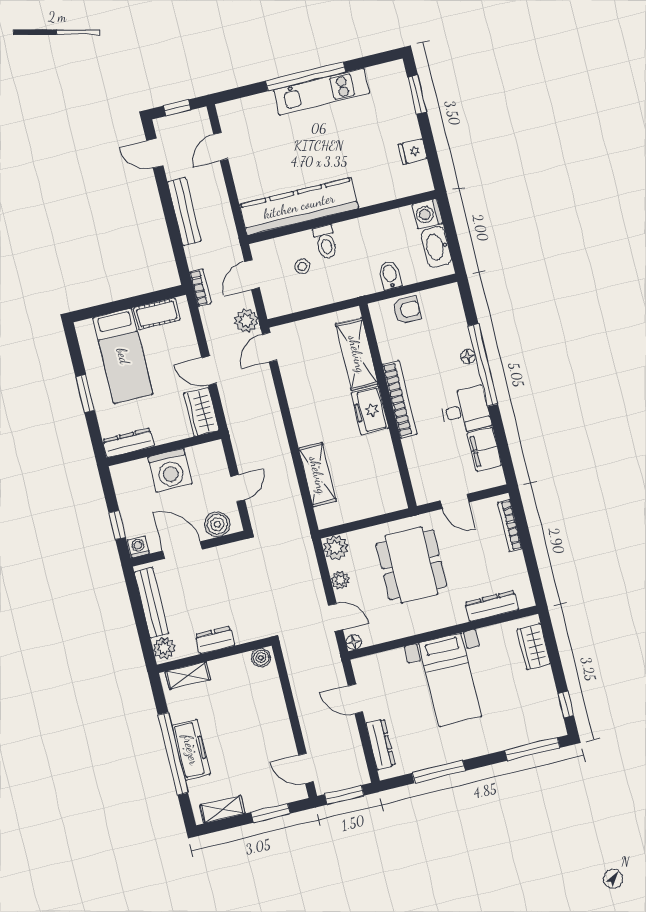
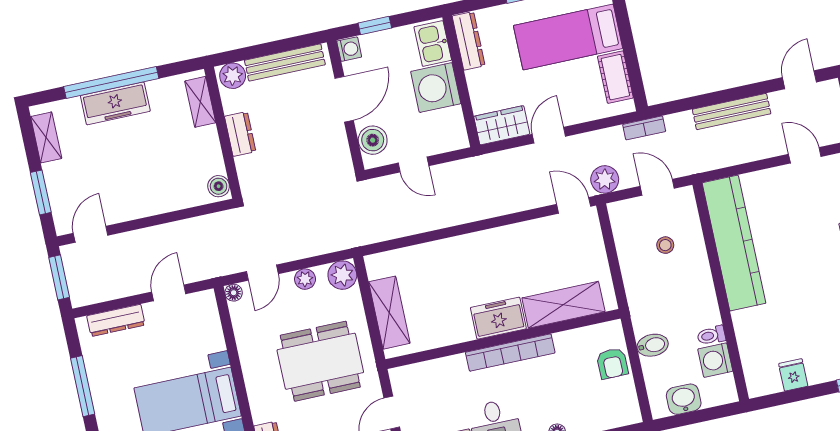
washing machine: (427, 214) -> (715, 360), moved, turned -90
toilet: (326, 242) -> (711, 335), moved, width x0.73, depth x0.72
washbasin: (436, 247) -> (684, 399), width x0.72
kitchen sink: (132, 474) -> (433, 44), added
shelving: (318, 475) -> (389, 313), moved, turned 90

